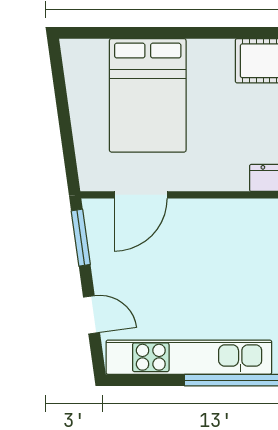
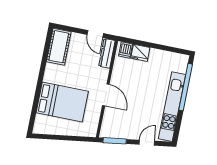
door: (141, 195) -> (106, 95), moved

